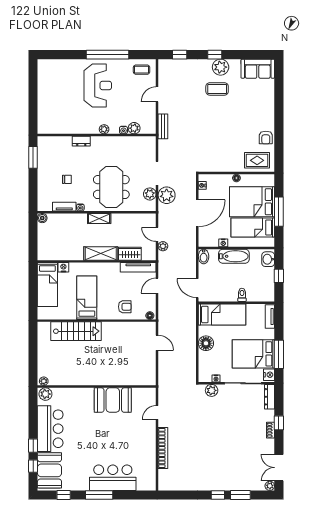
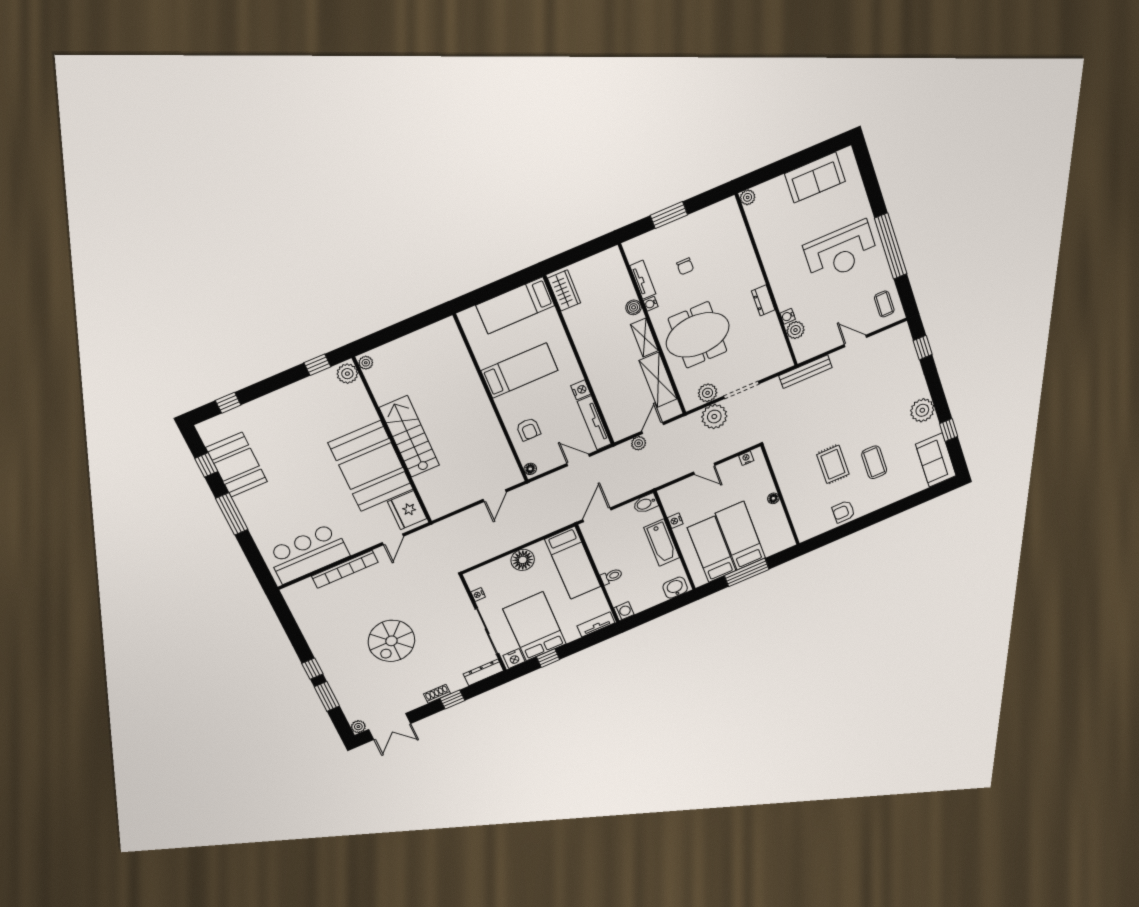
window: (215, 55) -> (949, 430), moved
sofa: (47, 86) -> (815, 178), added
coffee table: (217, 89) -> (874, 462), moved
bench: (163, 126) -> (805, 372), width x1.36
plant: (104, 129) -> (748, 197), moved
dresser: (81, 141) -> (763, 300), moved
window: (33, 157) -> (669, 215), moved
rug: (257, 160) -> (833, 464), moved
bed: (252, 202) -> (740, 536), width x0.67
door: (197, 213) -> (704, 469), width x0.53
boiler: (42, 218) -> (634, 307), moved
shelving: (101, 253) -> (658, 380), moved
wardrobe: (130, 254) -> (564, 291), moved
nightstand: (63, 267) -> (581, 390), moved
window: (279, 276) -> (657, 611), removed
washing machine: (269, 296) -> (624, 611), added
stairs: (76, 331) -> (409, 436), moved, turned 180
window: (279, 354) -> (548, 658), width x0.46
plant: (212, 390) -> (458, 596), removed
fridge: (143, 397) -> (407, 510), added
booth: (113, 400) -> (371, 466), width x1.36, depth x1.42
door: (157, 412) -> (393, 539), swing flipped
bar counter: (50, 429) -> (298, 403), removed
spiral stairs: (222, 442) -> (391, 641), added
window: (33, 446) -> (317, 365), moved
double door: (279, 468) -> (390, 726), swing flipped
booth: (49, 470) -> (237, 465), moved, turned 90
bar counter: (113, 478) -> (308, 553), moved, turned -90

